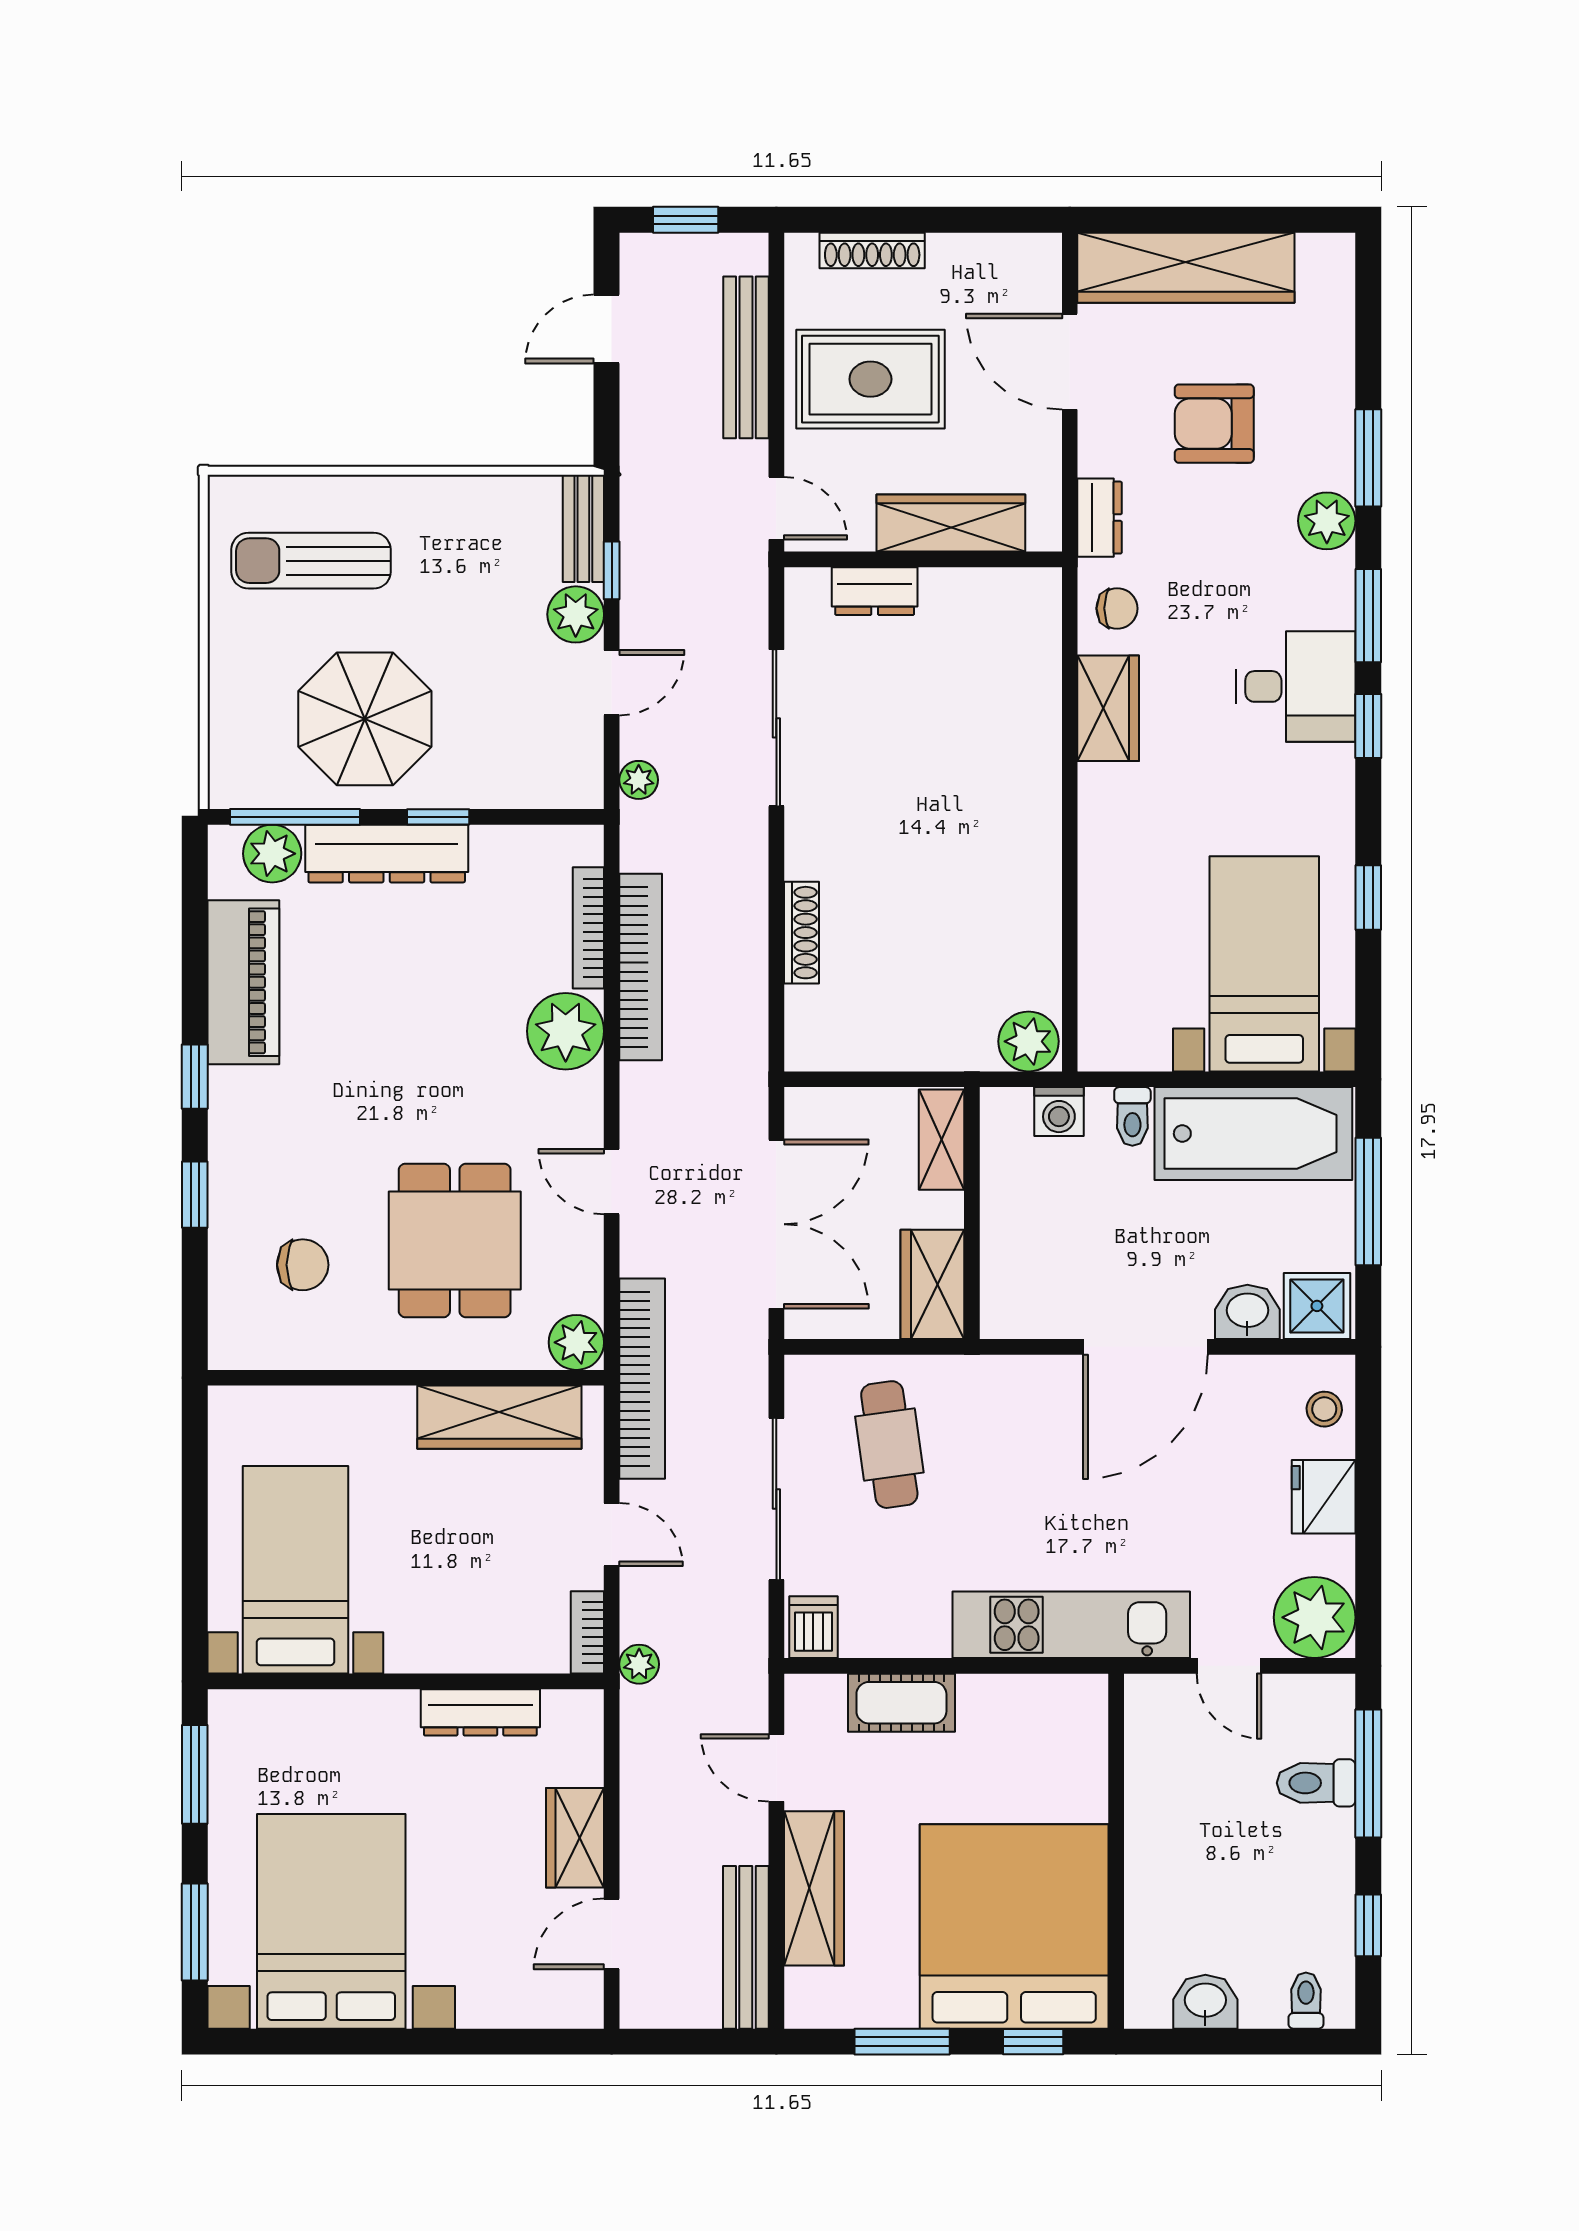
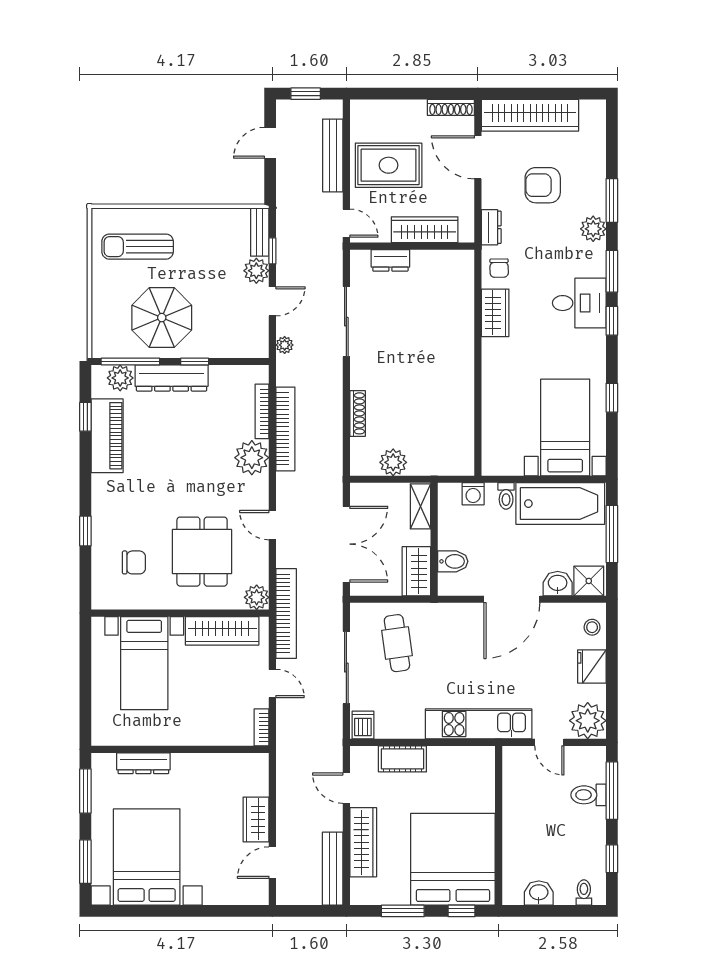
shoe rack: (872, 250) -> (451, 107), moved
chair: (1117, 608) -> (499, 268), turned 89
plant: (1029, 1041) -> (393, 462), moved
window: (195, 1077) -> (85, 417), moved
bidet: (1014, 1262) -> (453, 561), added
bed with nightstands: (295, 1570) -> (144, 663), moved, turned 180
plant: (639, 1664) -> (285, 742), removed
dresser: (480, 1712) -> (143, 763), moved

